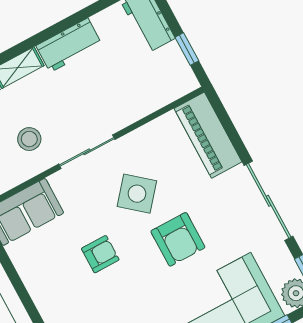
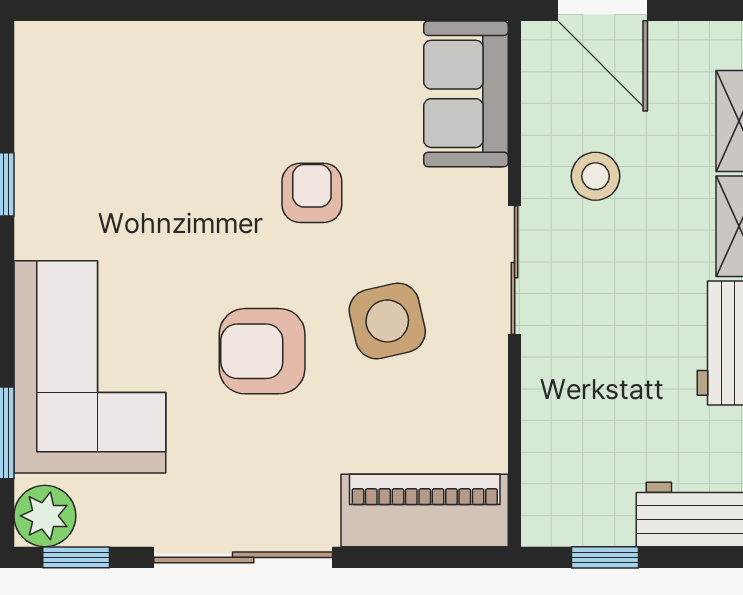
side table: (137, 194) -> (387, 321), turned 37
armchair: (100, 254) -> (312, 193), turned 180

